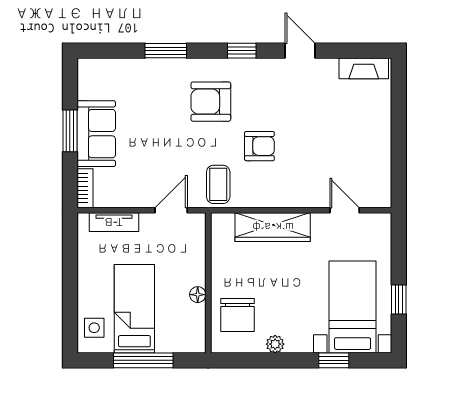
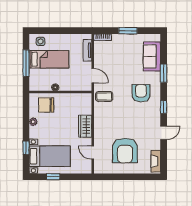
sofa: (96, 134) -> (152, 56), moved, turned 90
armchair: (259, 146) -> (125, 151), moved, width x1.88, depth x1.88
door: (345, 210) -> (93, 153), swing flipped
wardrobe: (273, 227) -> (85, 126), width x0.67

